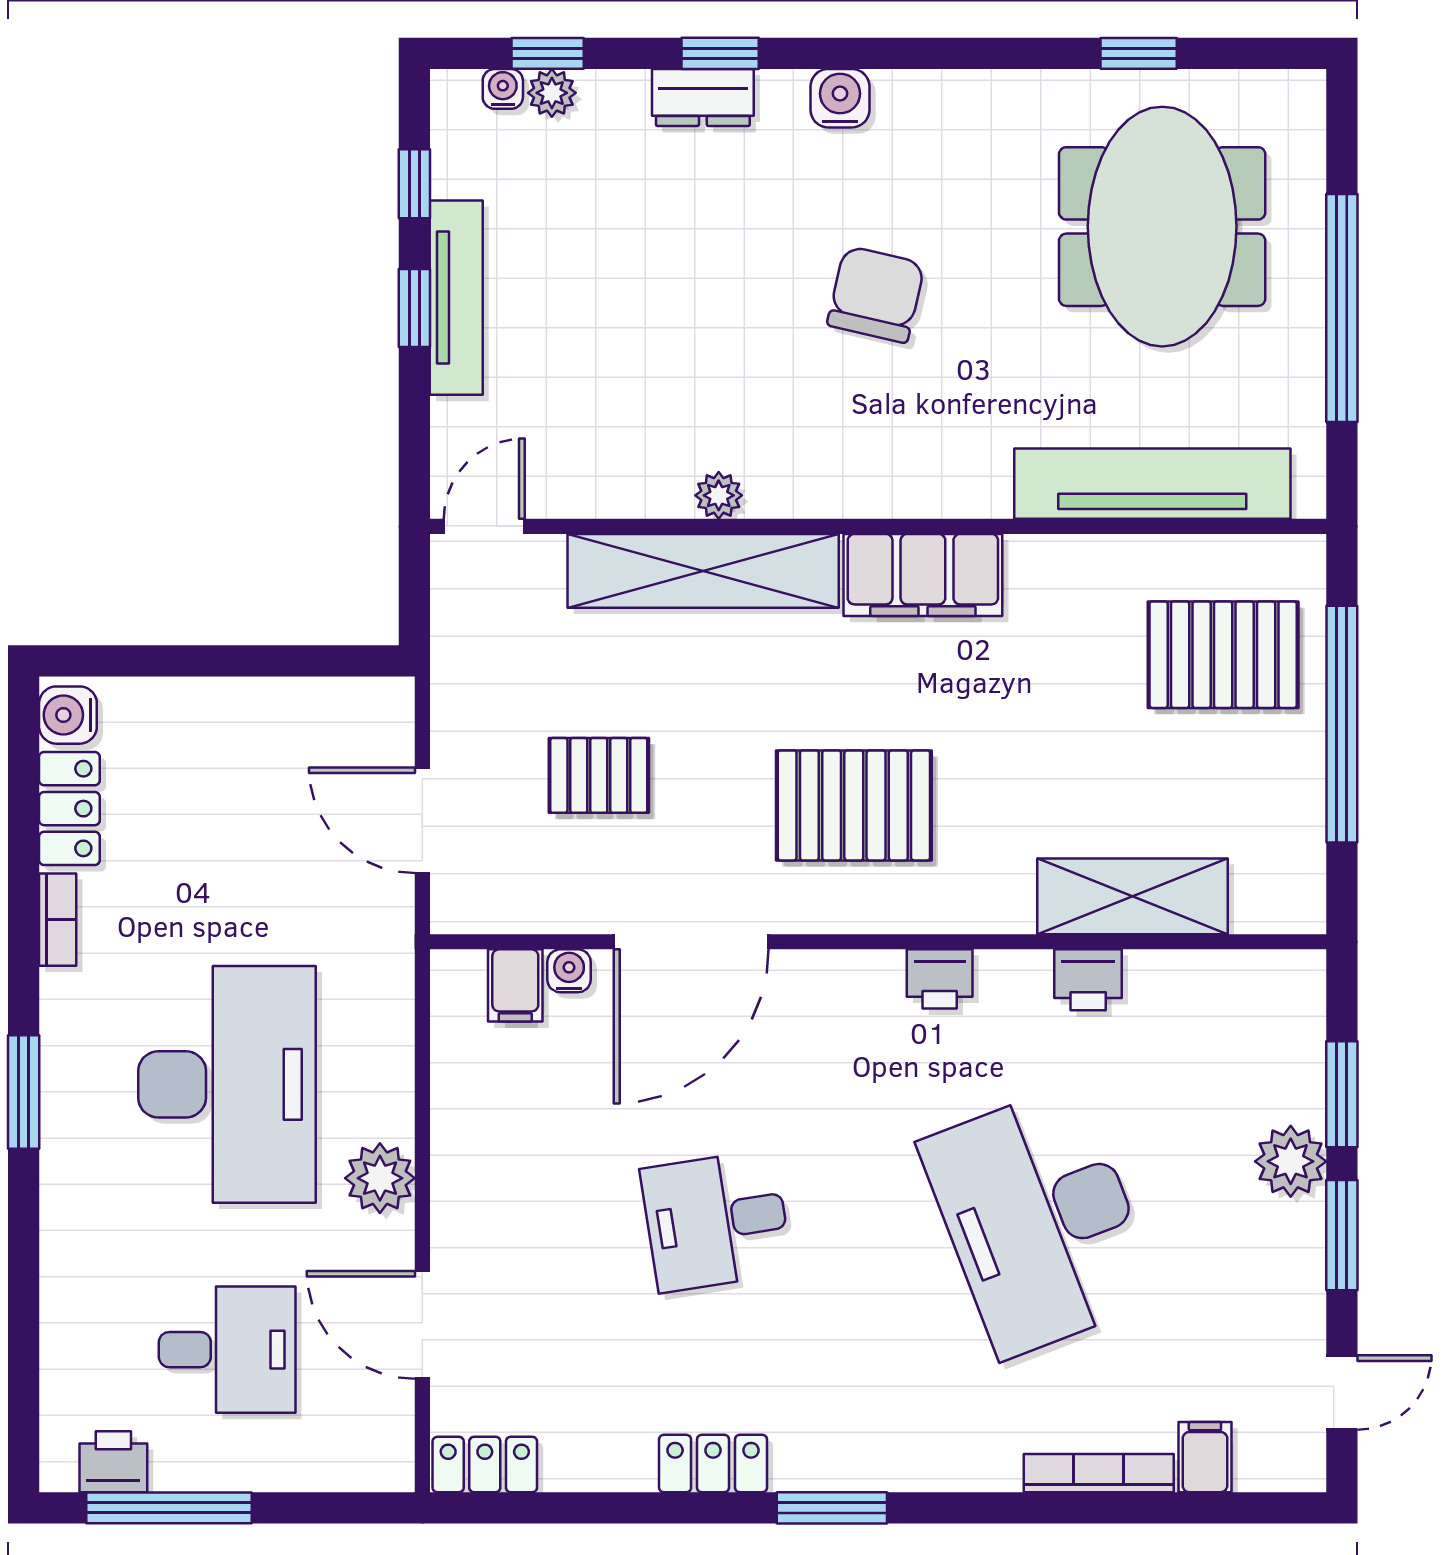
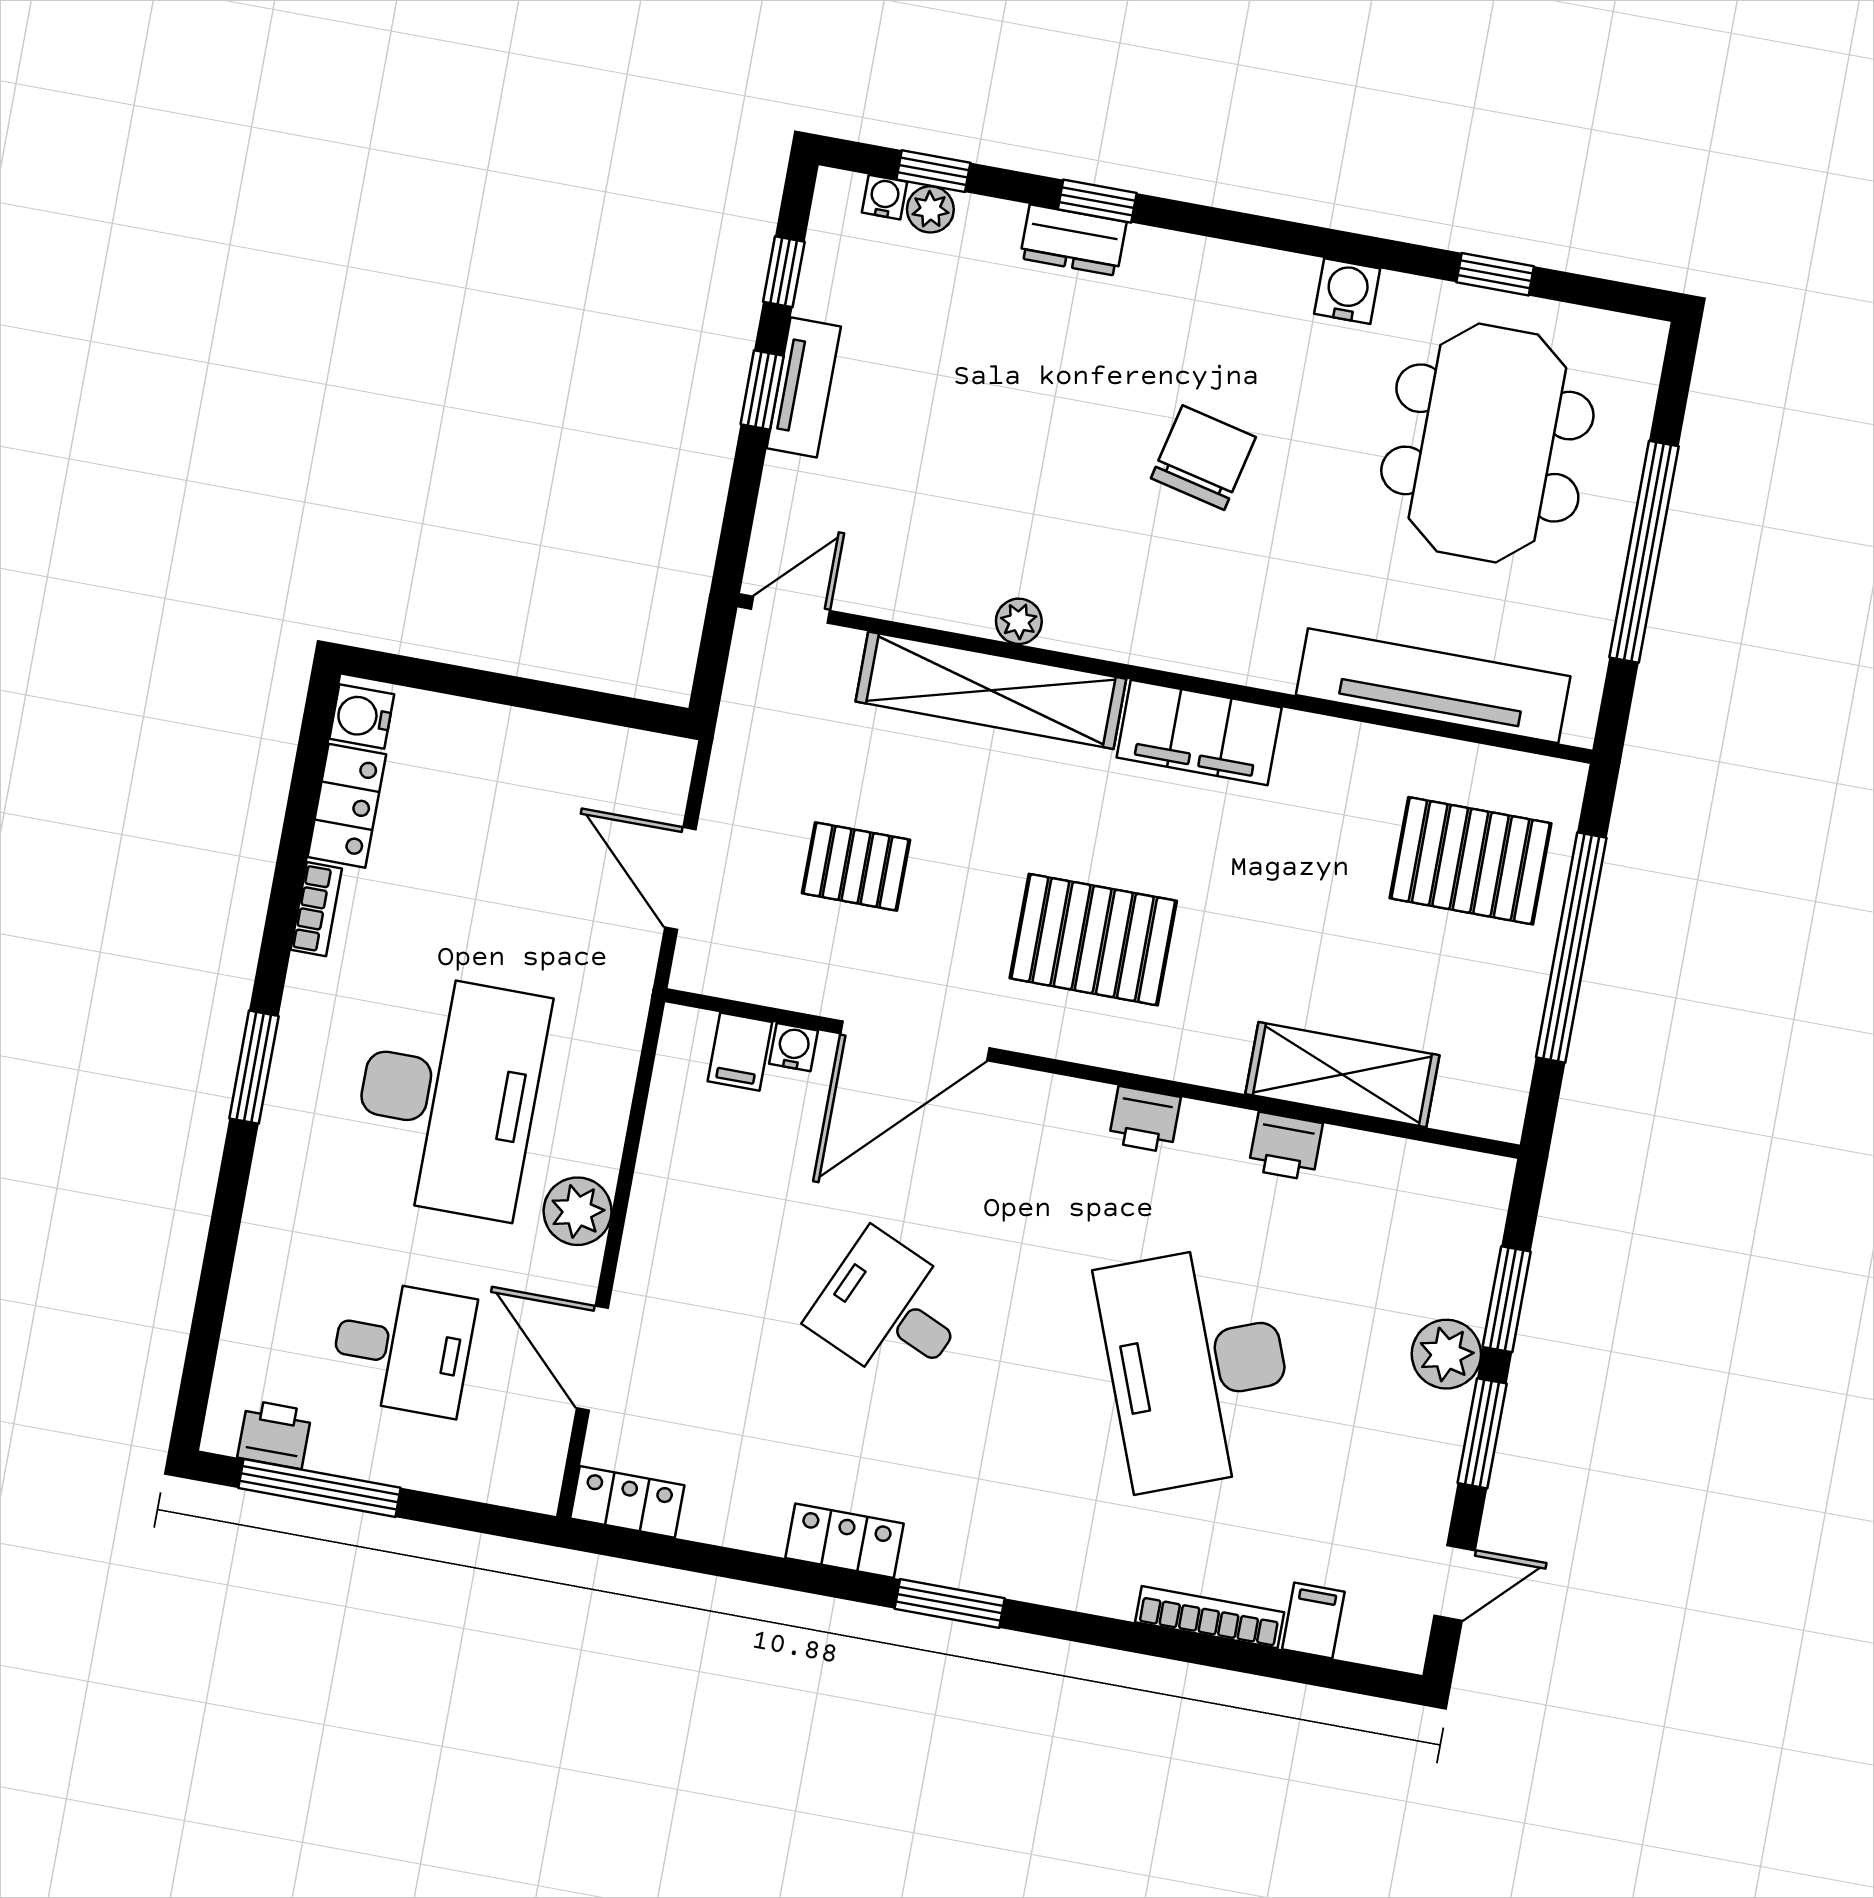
water cooler: (840, 98) -> (1347, 291), moved
tv unit: (456, 298) -> (804, 387), width x0.71
desk: (716, 1221) -> (890, 1311), turned 33

